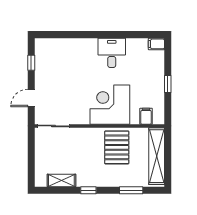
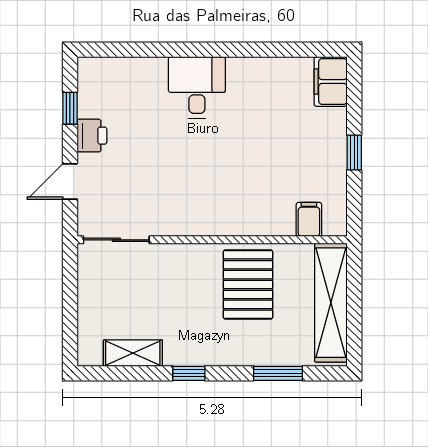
filing cabinet: (156, 44) -> (331, 81), width x2.00
desk: (112, 53) -> (197, 87), moved
printer: (42, 76) -> (92, 136), added
corner desk: (110, 105) -> (234, 195), removed

